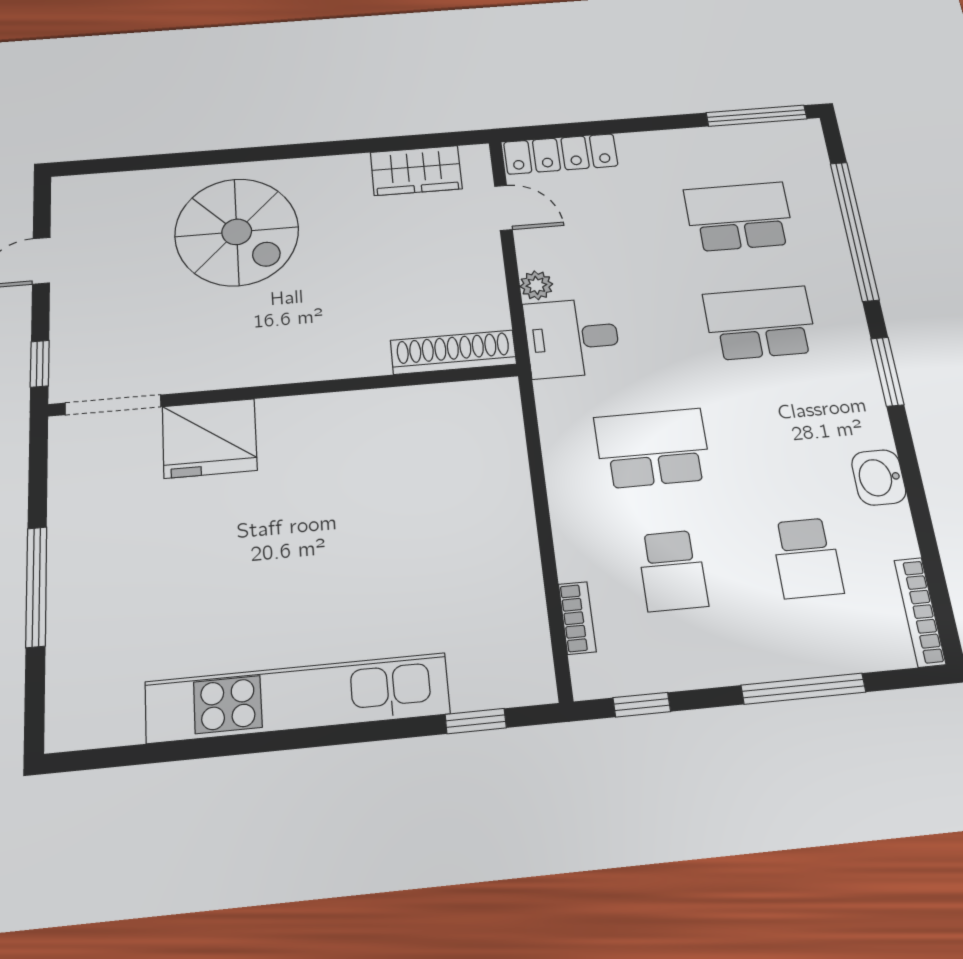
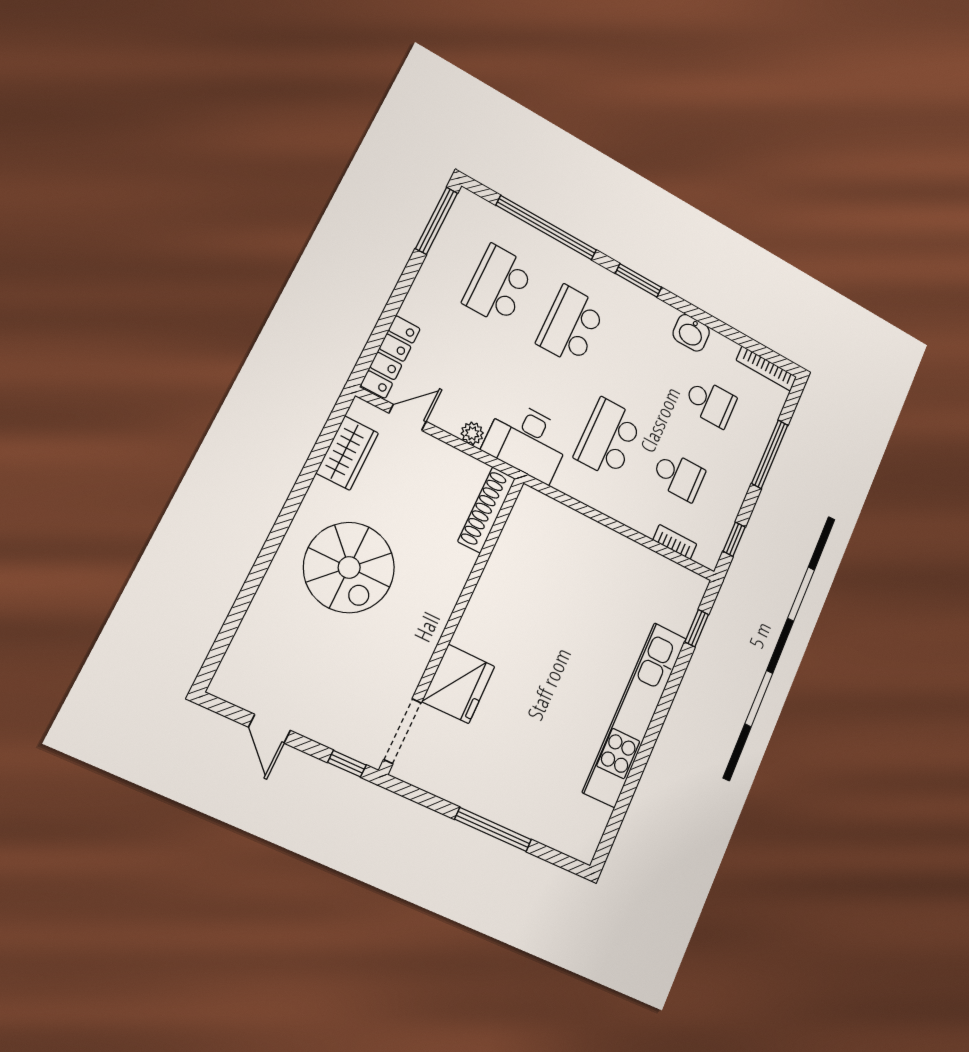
spiral stairs: (237, 232) -> (349, 567), moved, turned 90
desk: (572, 338) -> (527, 441), width x1.37

